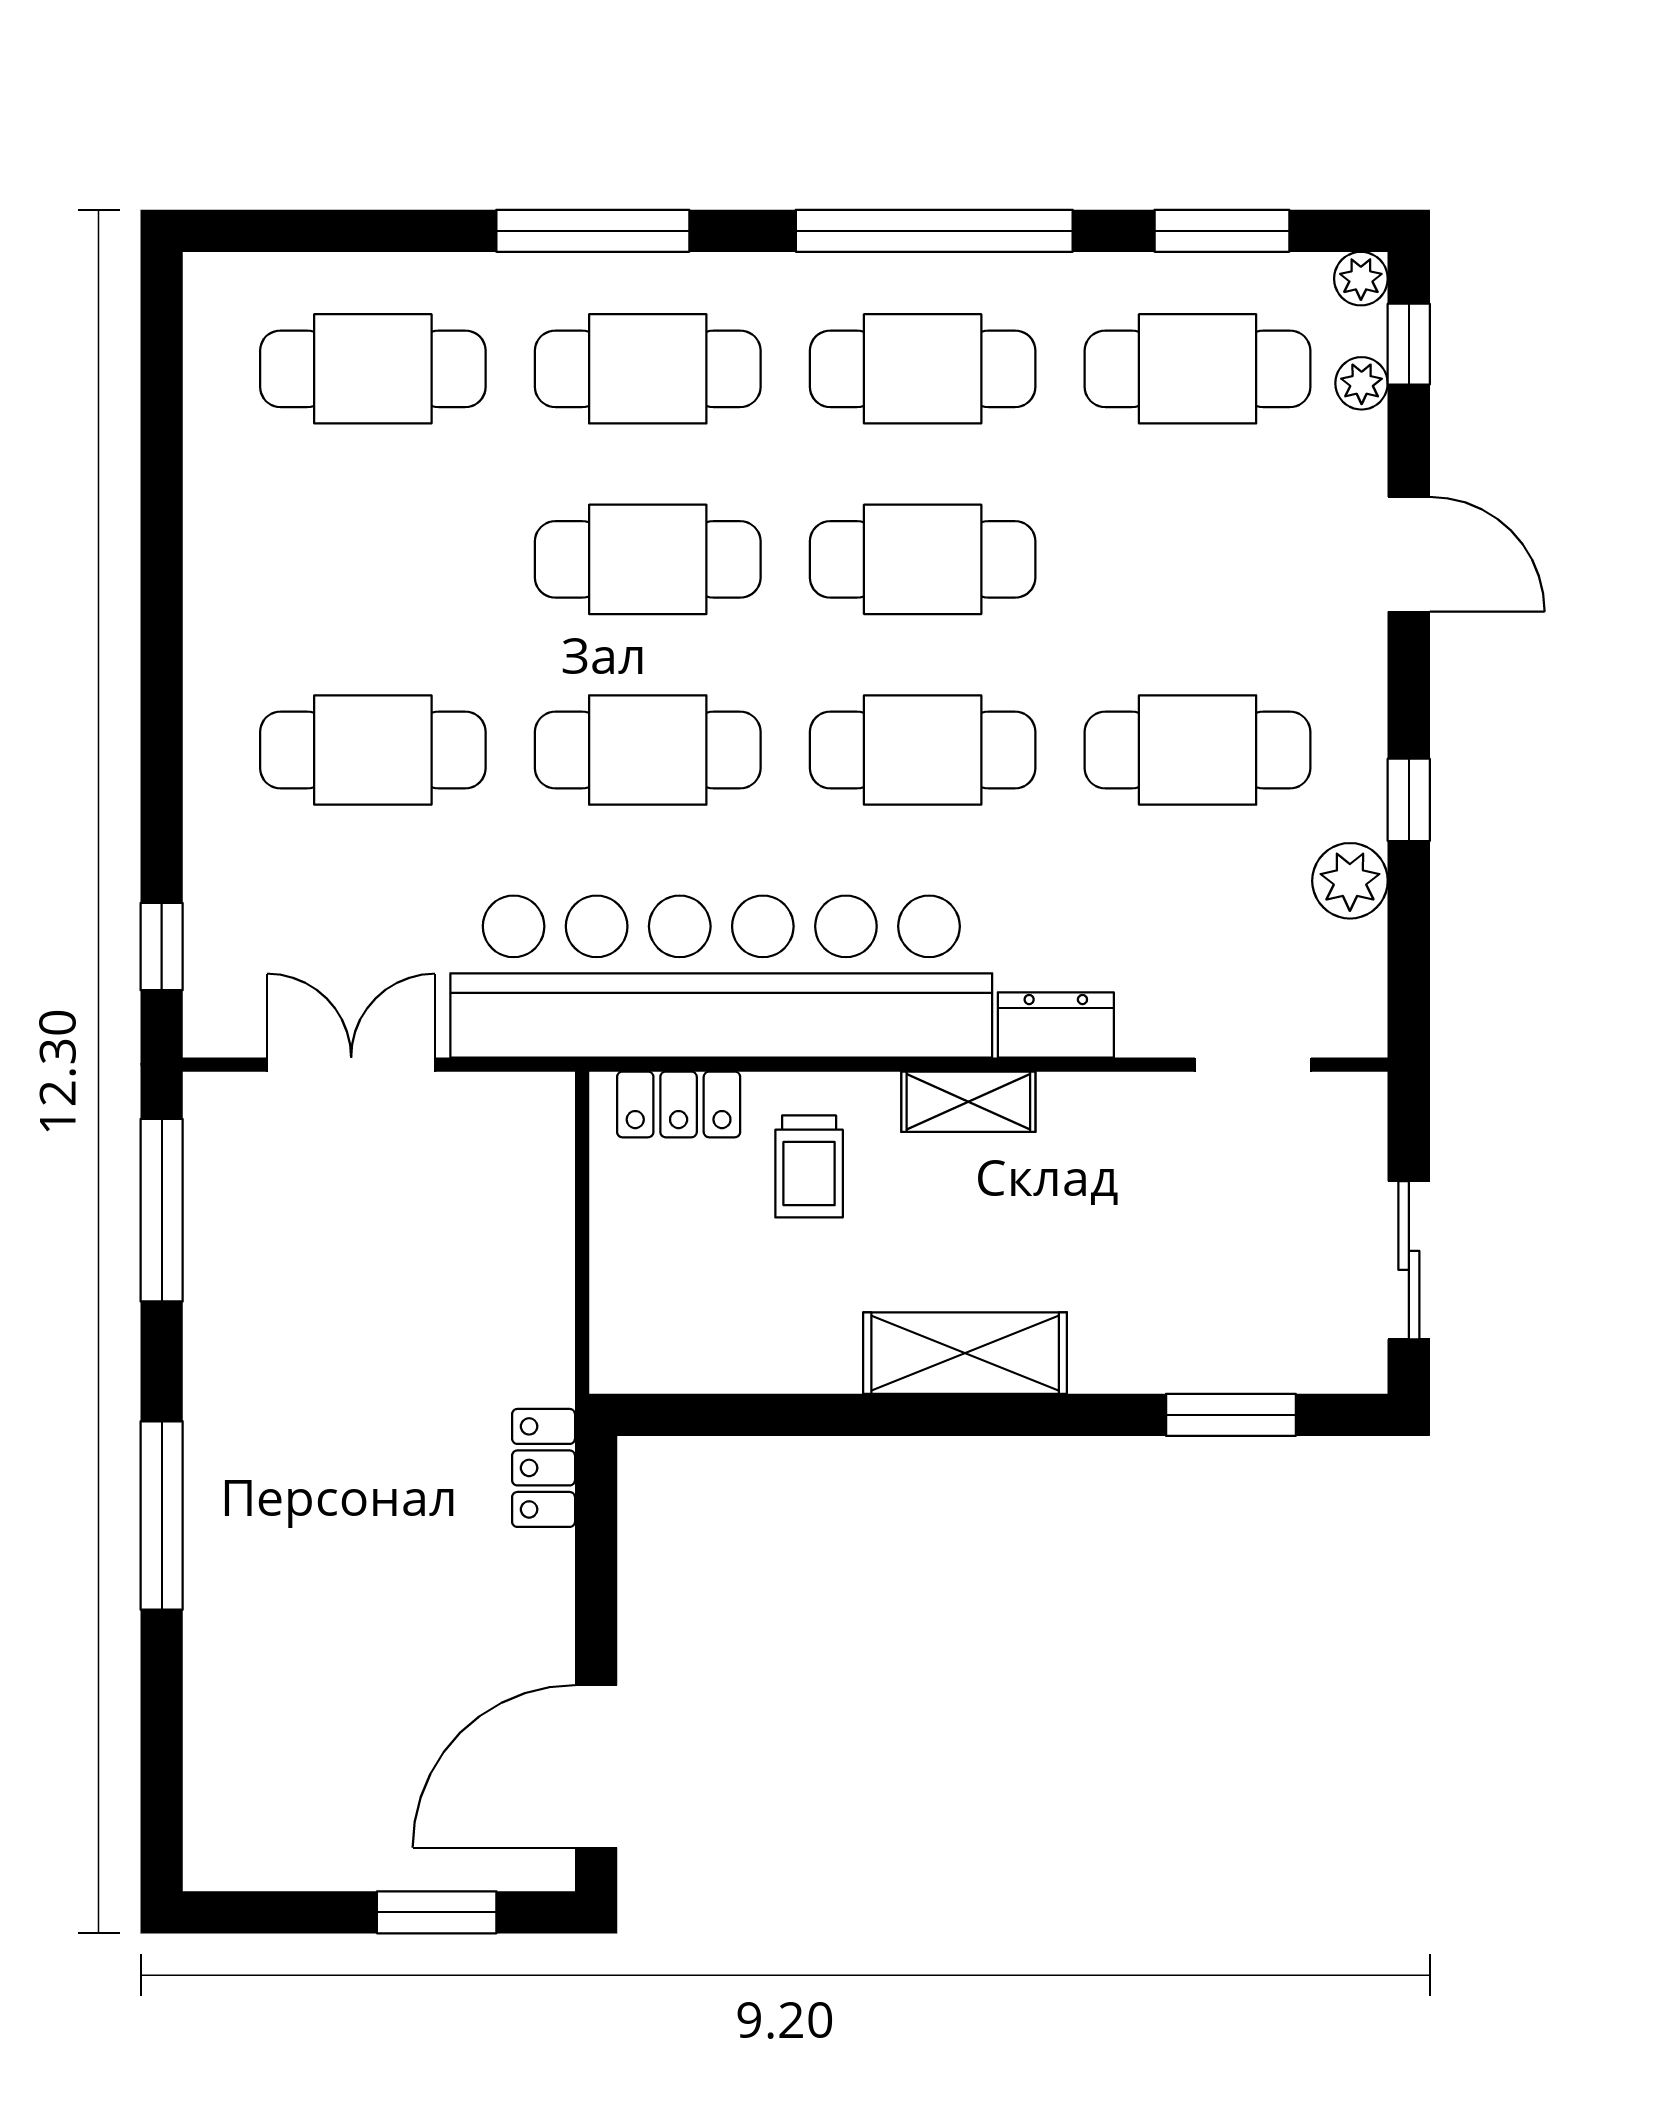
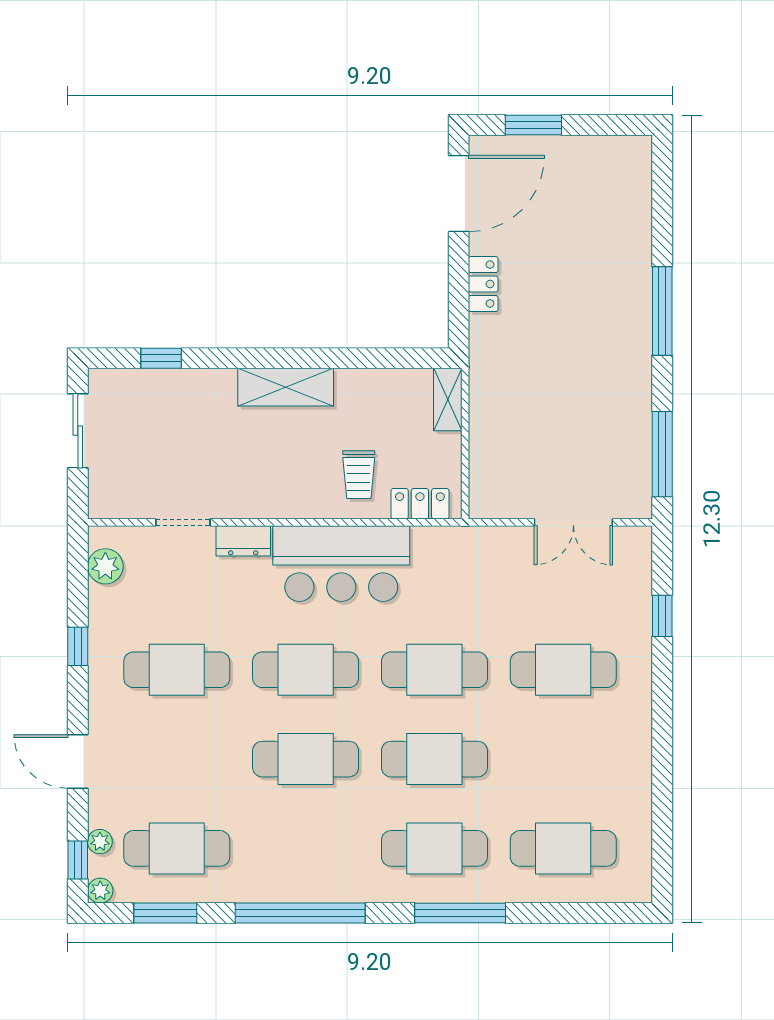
cafe table: (923, 369) -> (306, 848), removed
plant: (1350, 881) -> (105, 566), moved
window: (162, 947) -> (662, 616), moved
bar counter: (721, 977) -> (341, 564), width x0.54
doorway: (1253, 1065) -> (183, 522), moved
shelving: (968, 1102) -> (448, 399), moved, turned 90
trolley: (809, 1166) -> (359, 475), turned 180
window: (1231, 1415) -> (161, 358), width x0.67
locker: (544, 1468) -> (483, 284), moved

